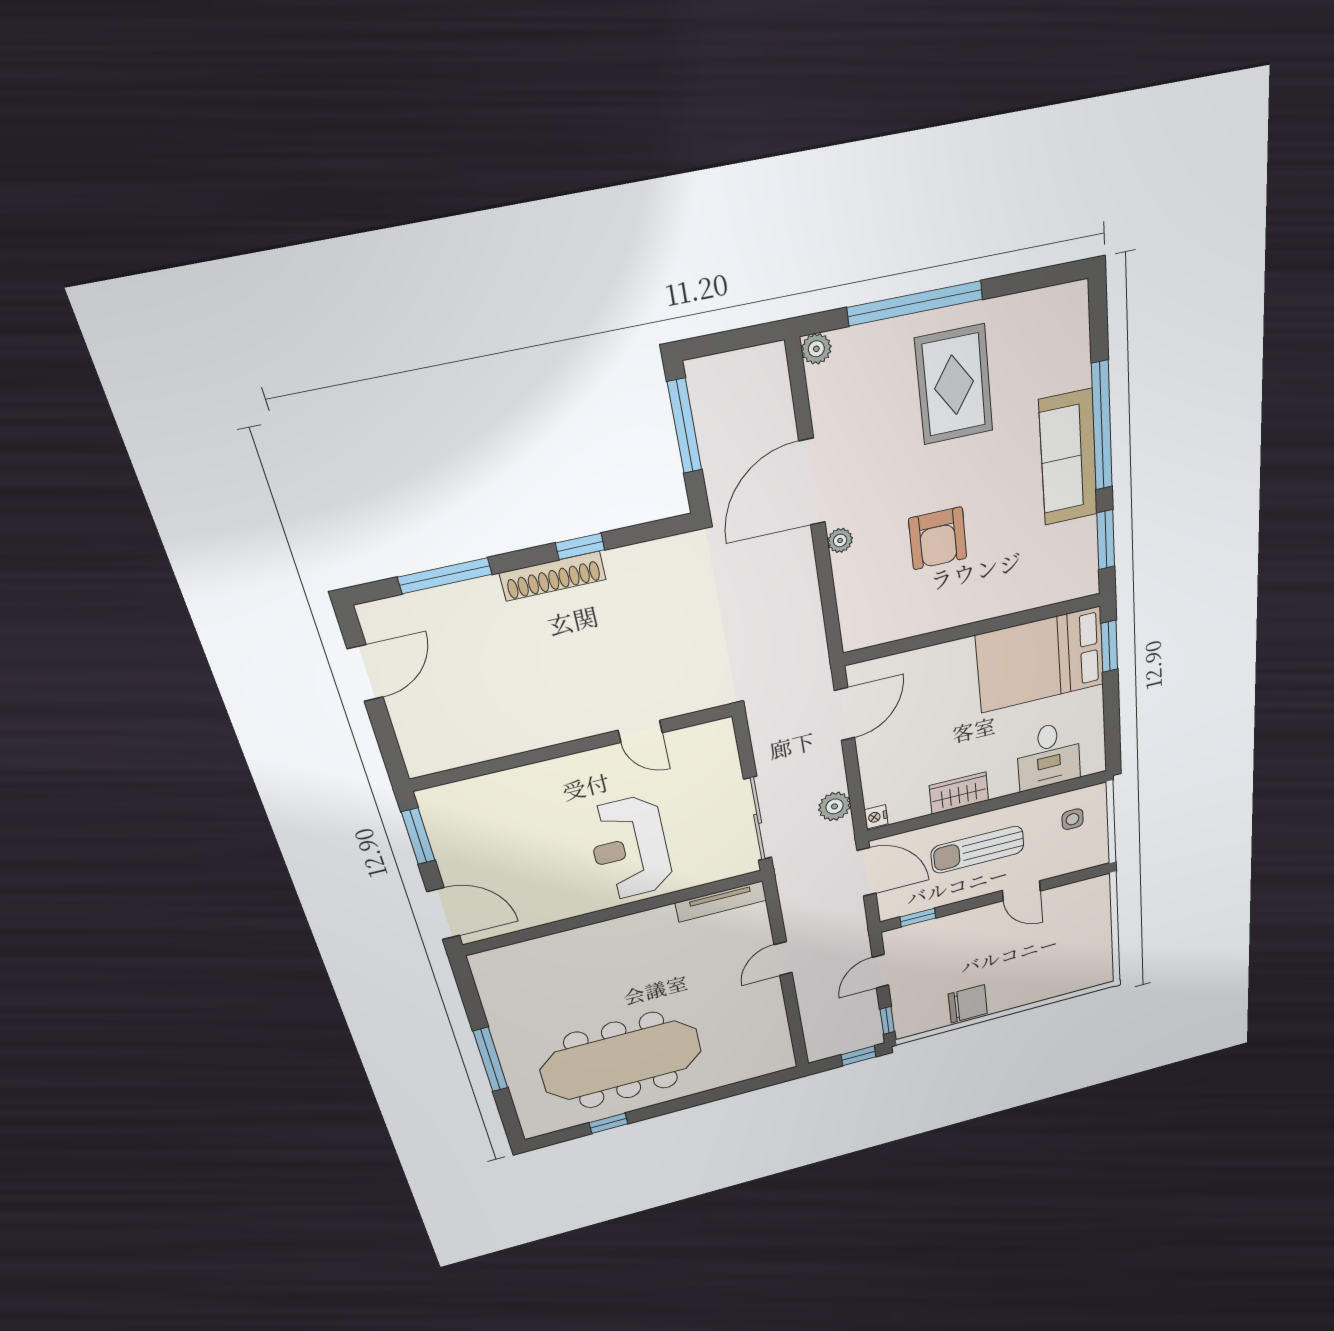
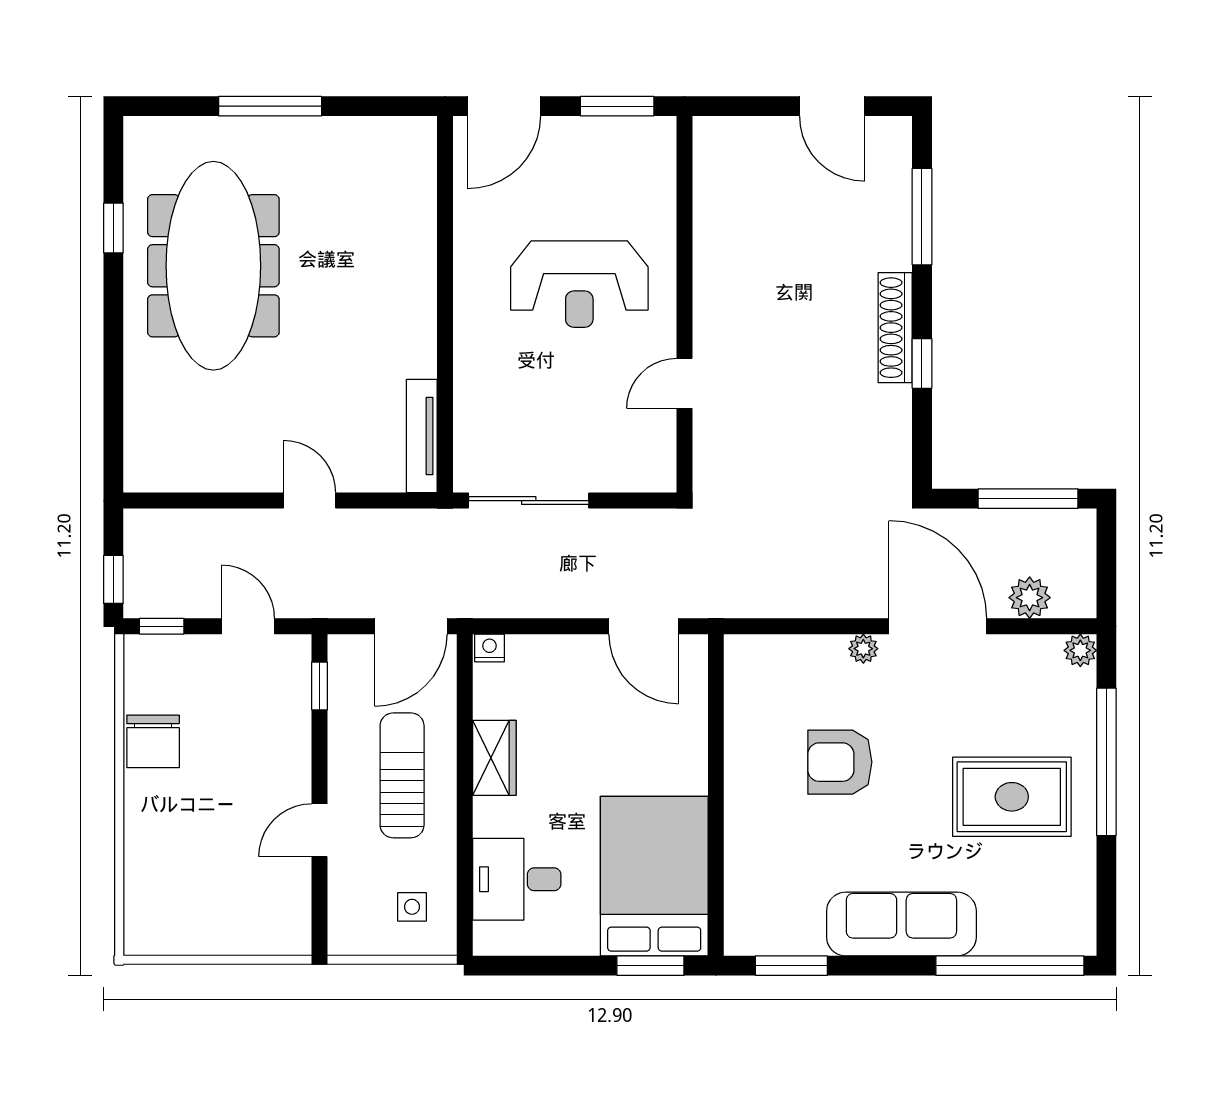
window: (1102, 426) -> (1010, 966), moved
plant: (835, 806) -> (1030, 598), moved
reception desk: (630, 848) -> (579, 284), moved, turned 180

